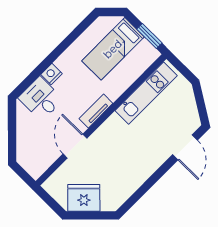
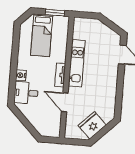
kitchen unit: (146, 93) -> (77, 63), moved

